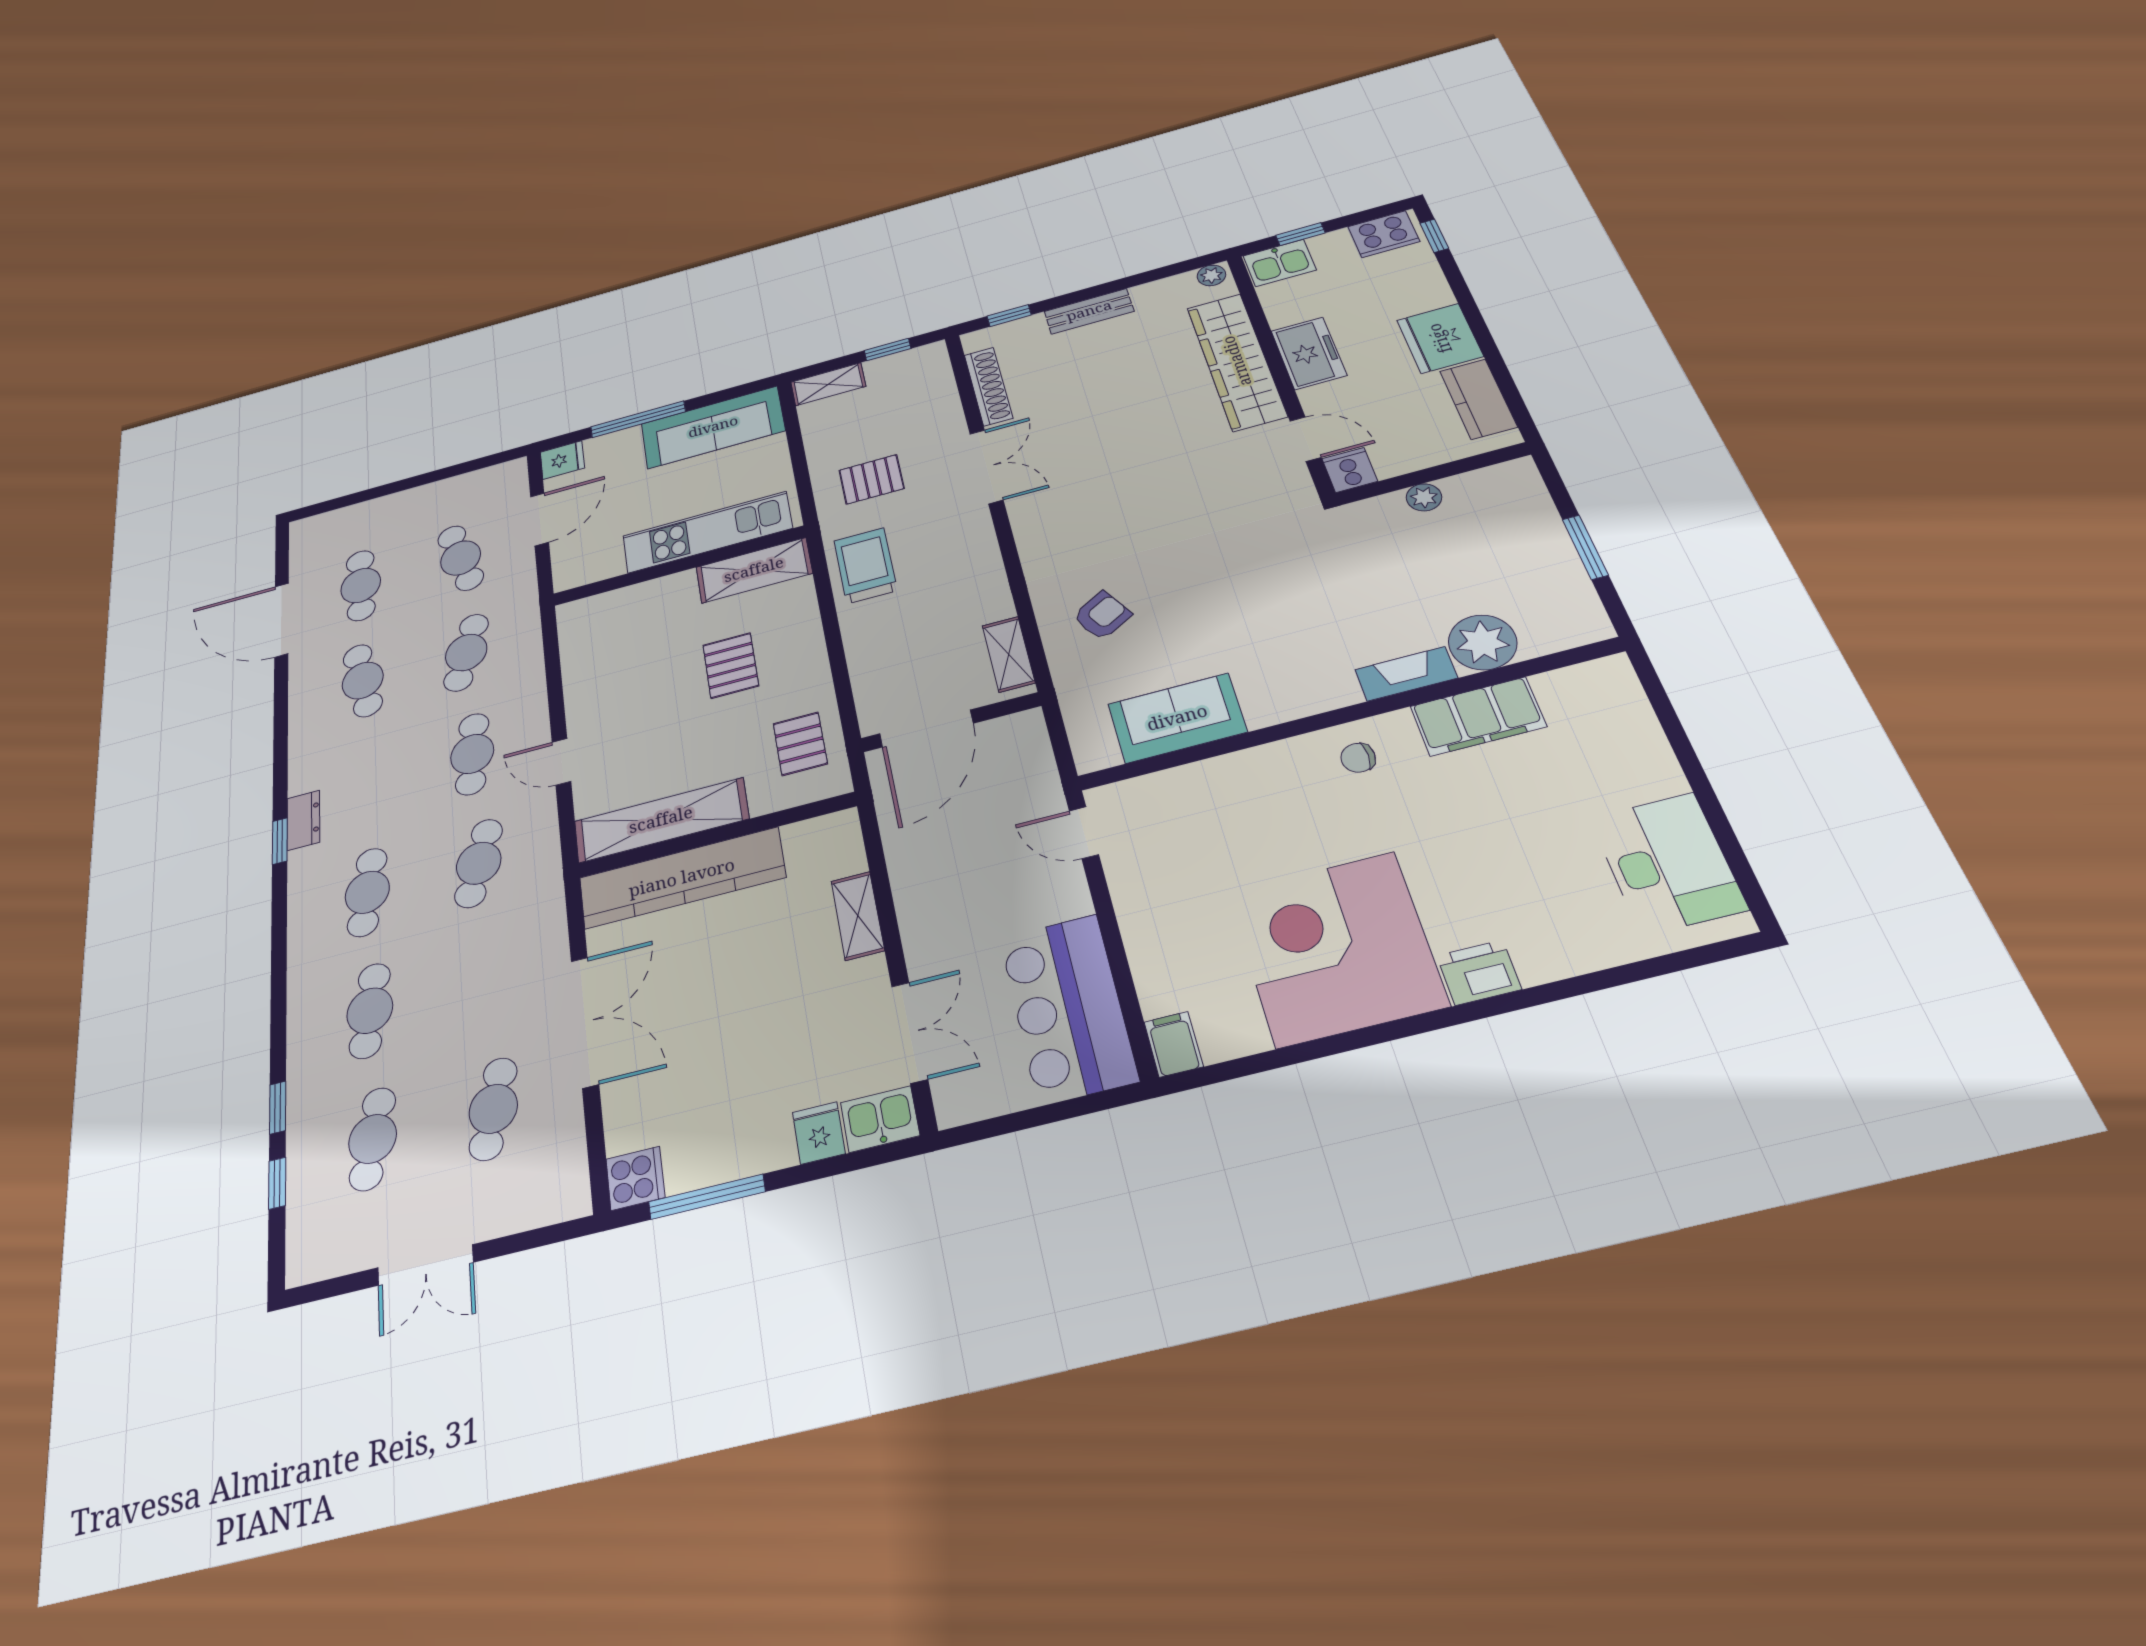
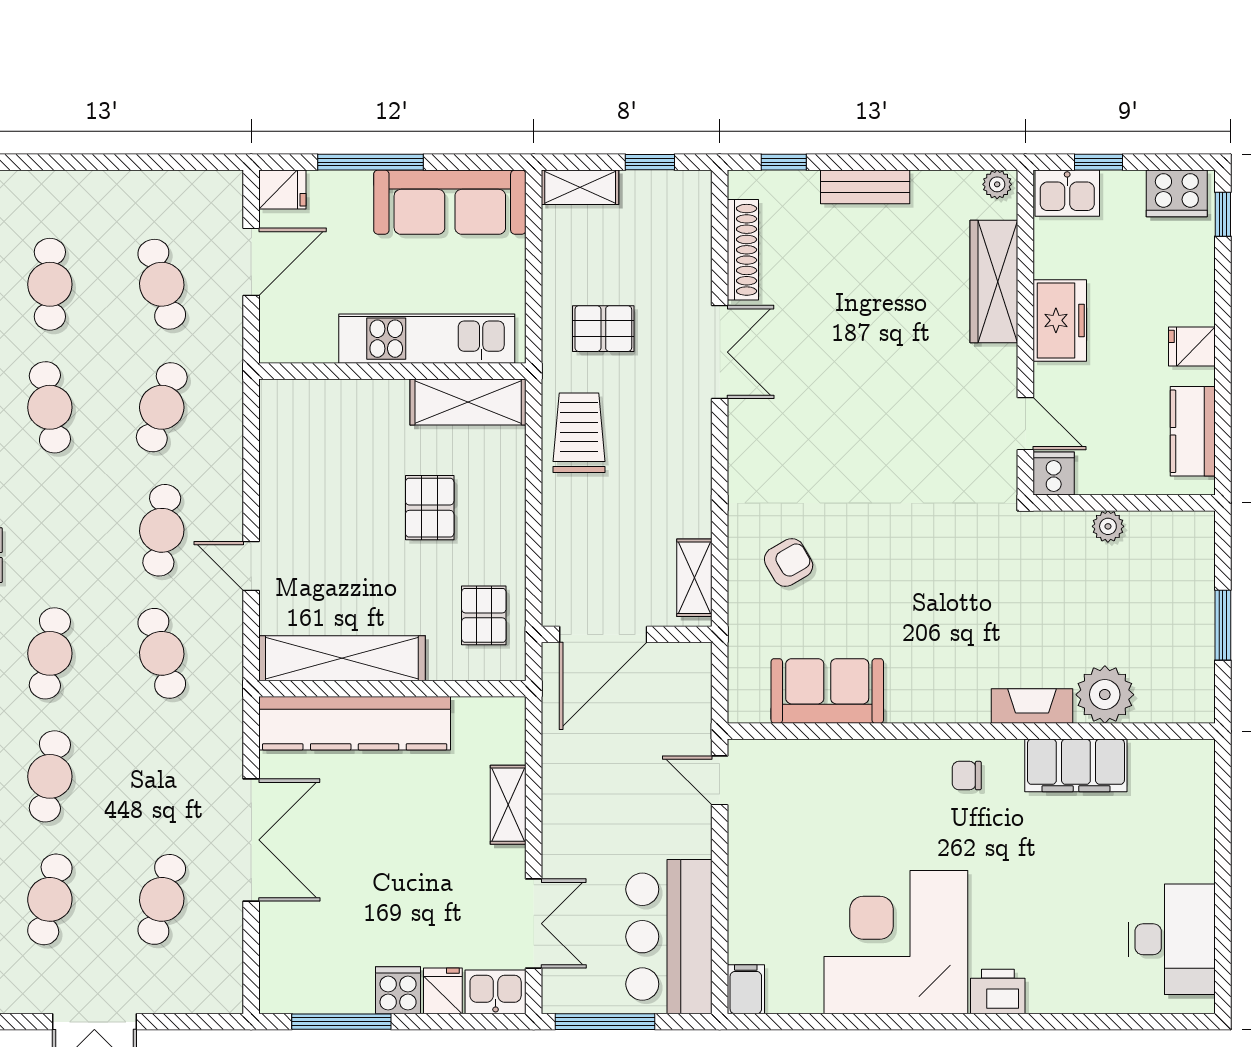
fridge: (1440, 338) -> (1192, 346), width x0.53, depth x0.75
wardrobe: (1237, 361) -> (994, 281), width x0.71, depth x0.85
cafe table: (479, 863) -> (162, 653), turned -33
window: (1015, 1122) -> (605, 1022), added
cooker: (635, 1178) -> (398, 990), moved, turned -90

